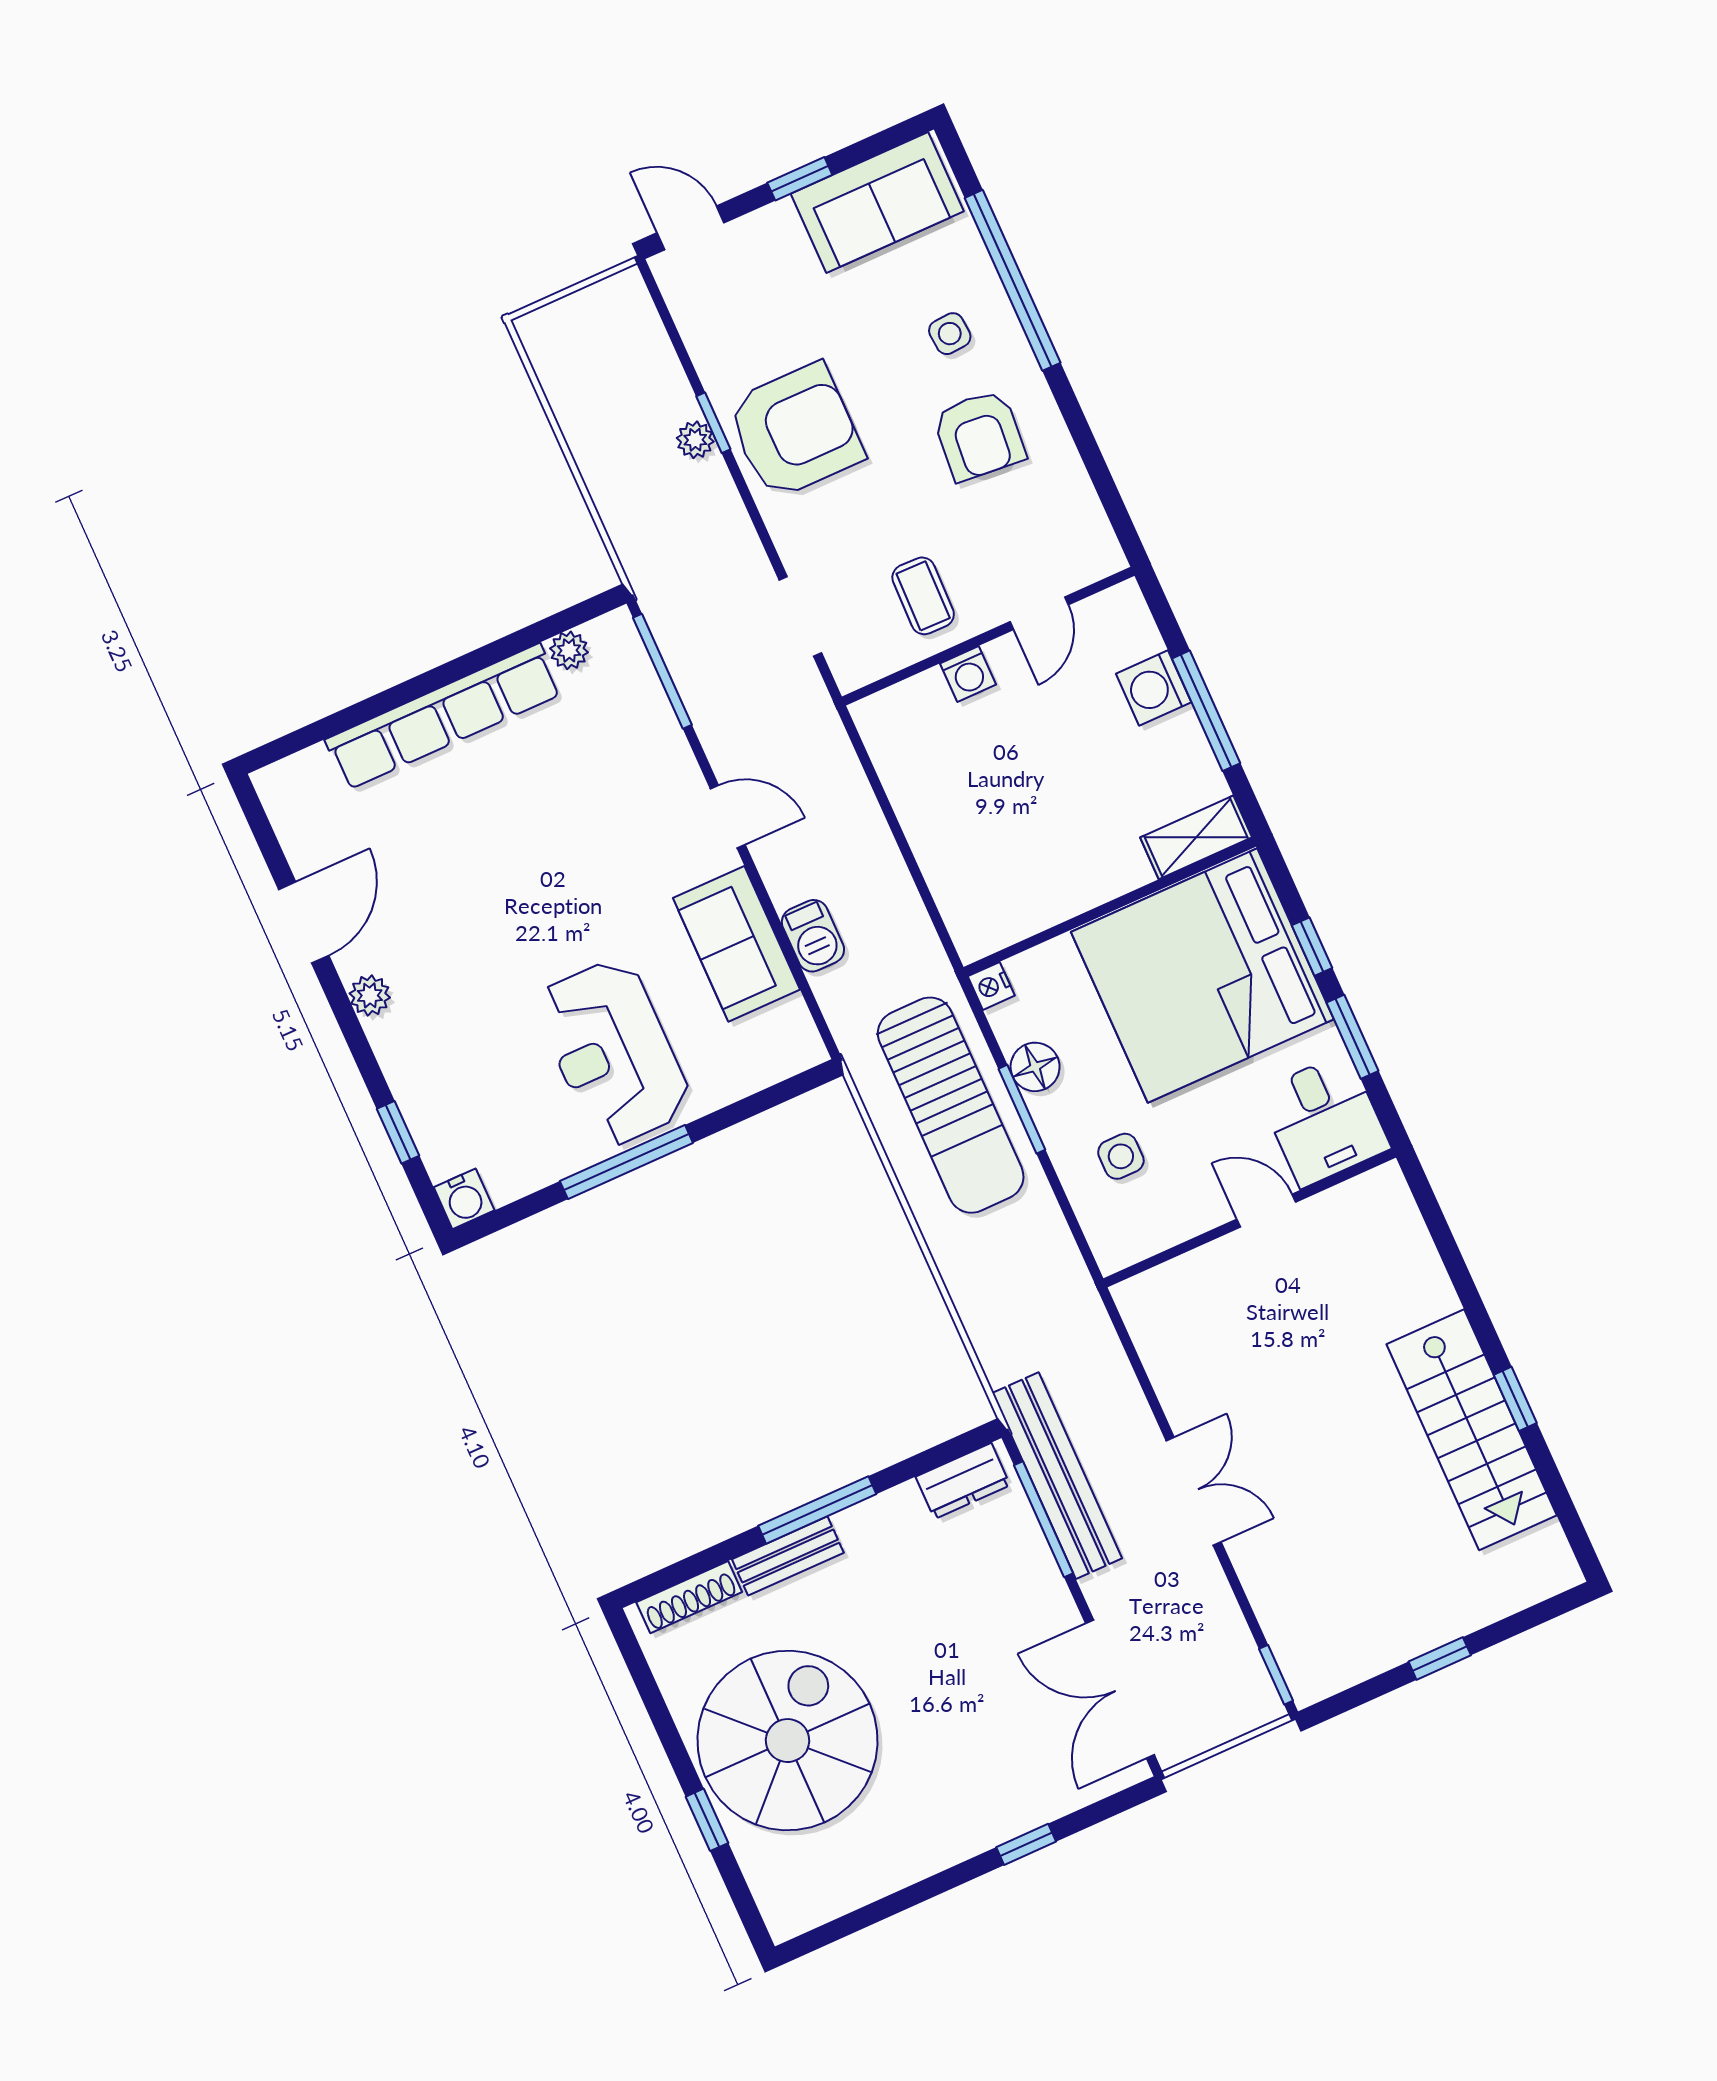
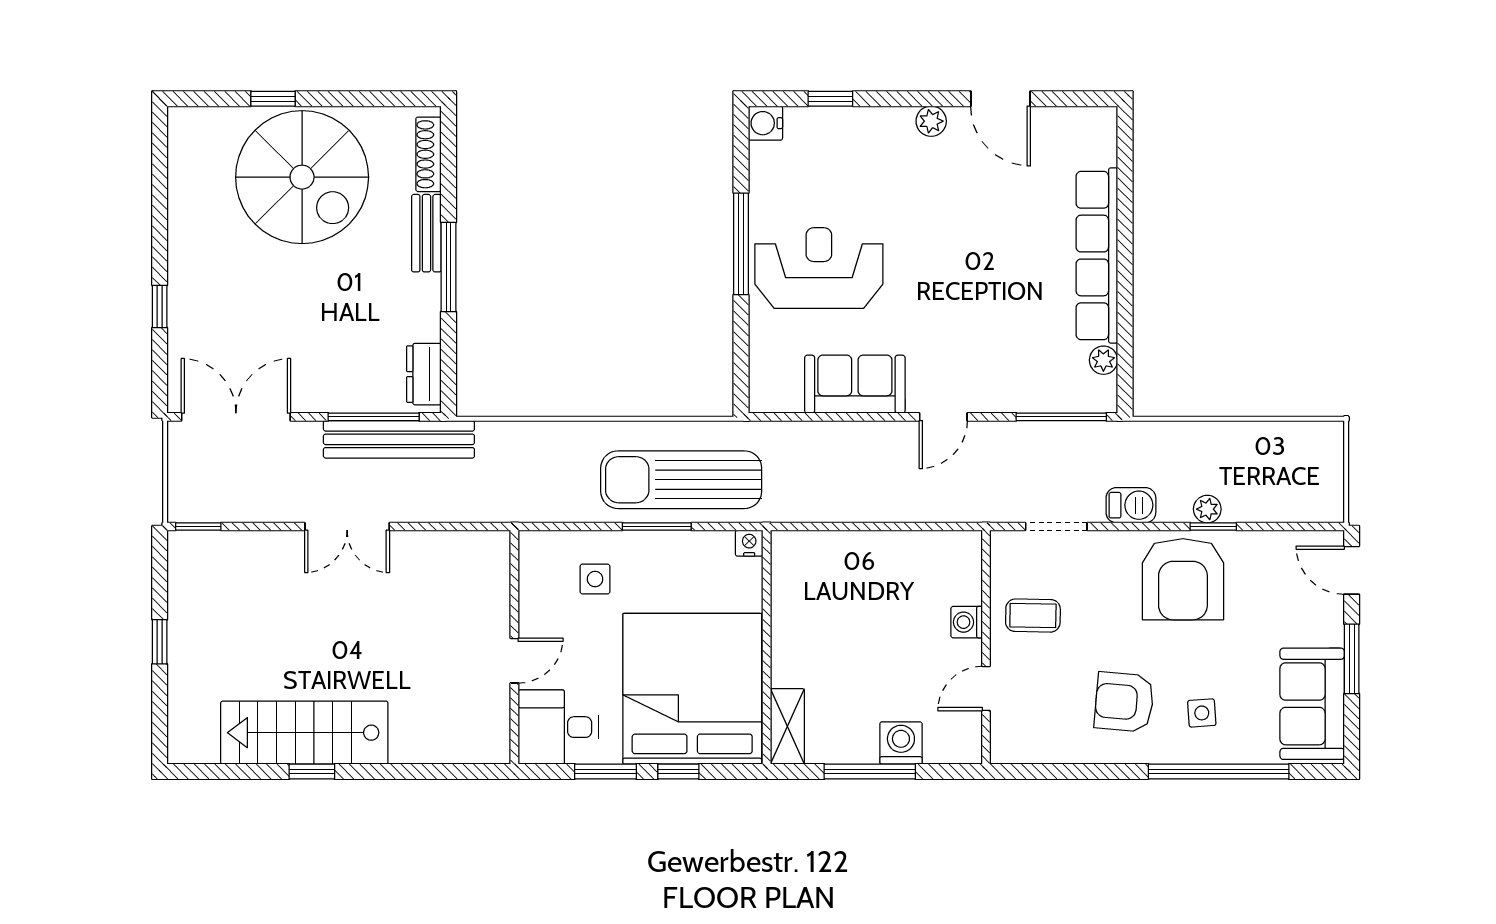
window: (800, 179) -> (1352, 659), width x1.50
door: (691, 228) -> (1352, 570), swing flipped
door: (1039, 613) -> (986, 688), hinge flipped
barbecue: (813, 936) -> (1131, 505), moved, turned 180
floor lamp: (1035, 1067) -> (681, 548), removed

